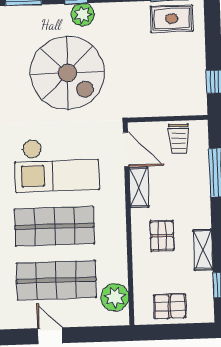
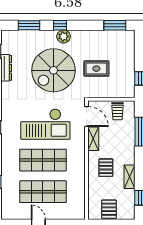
rug: (172, 19) -> (96, 69), moved
spiral stairs: (67, 73) -> (53, 70), turned 90
plant: (115, 297) -> (77, 203), removed
pallet: (170, 306) -> (109, 209), turned 90

